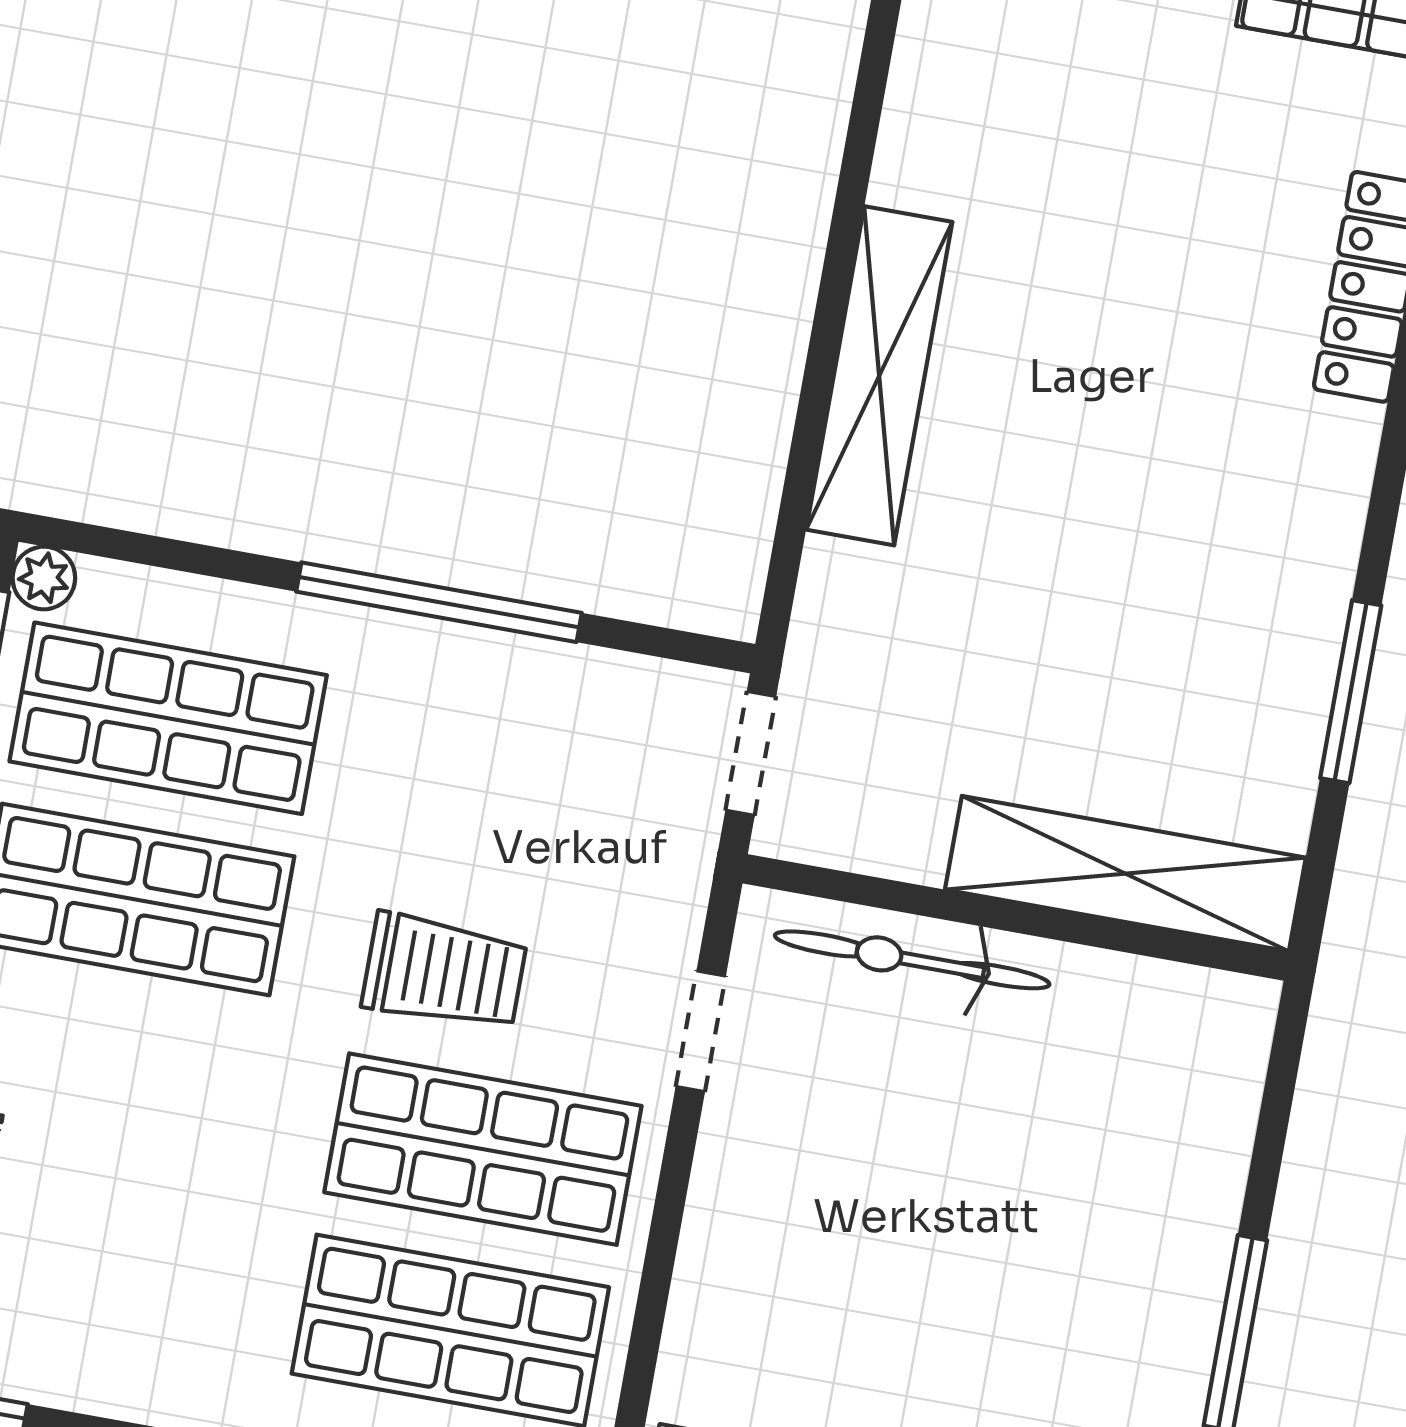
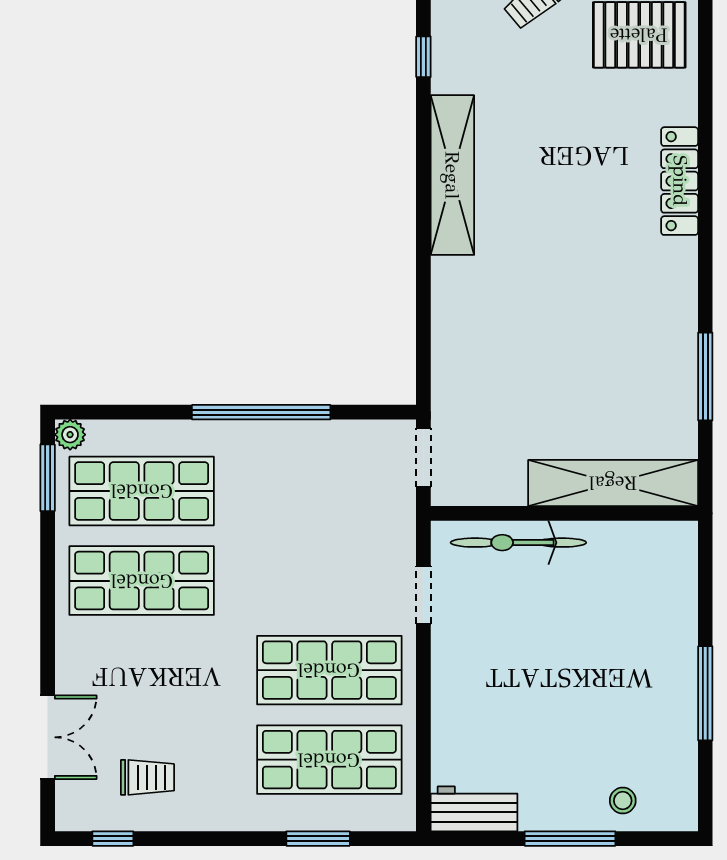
shelving: (879, 376) -> (452, 175), moved
trolley: (444, 972) -> (147, 777), moved, width x0.73, depth x0.72

